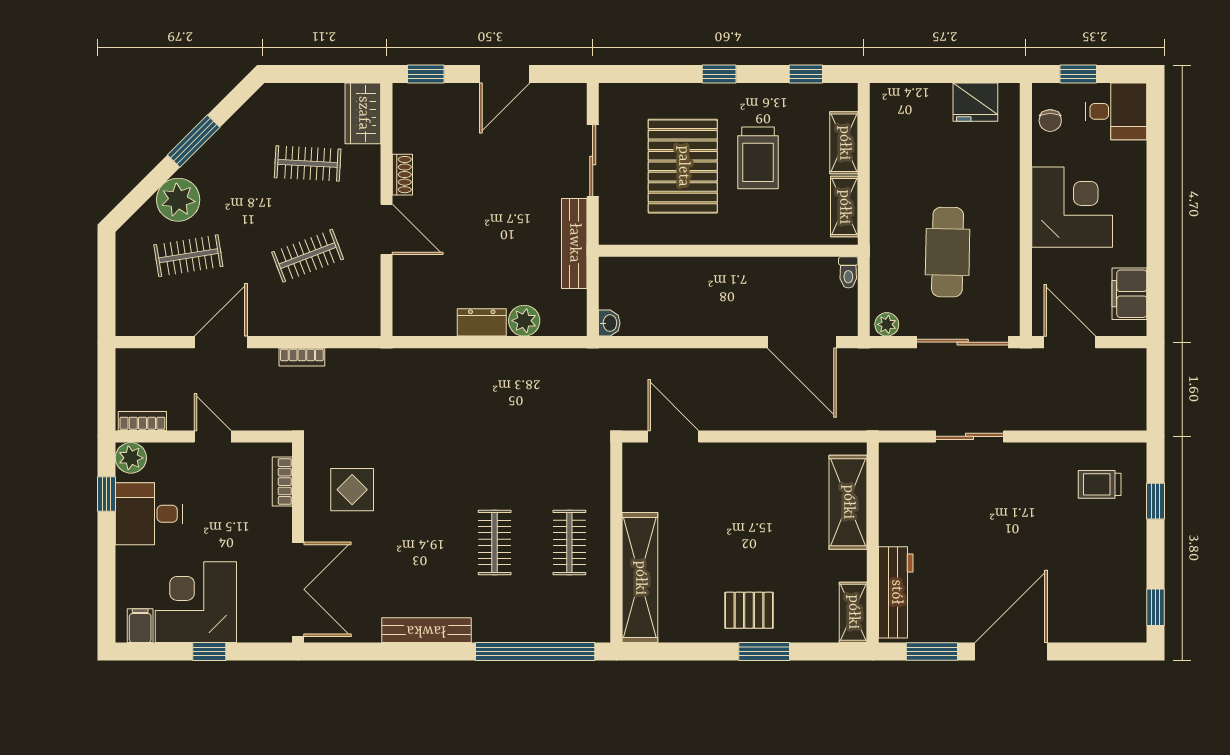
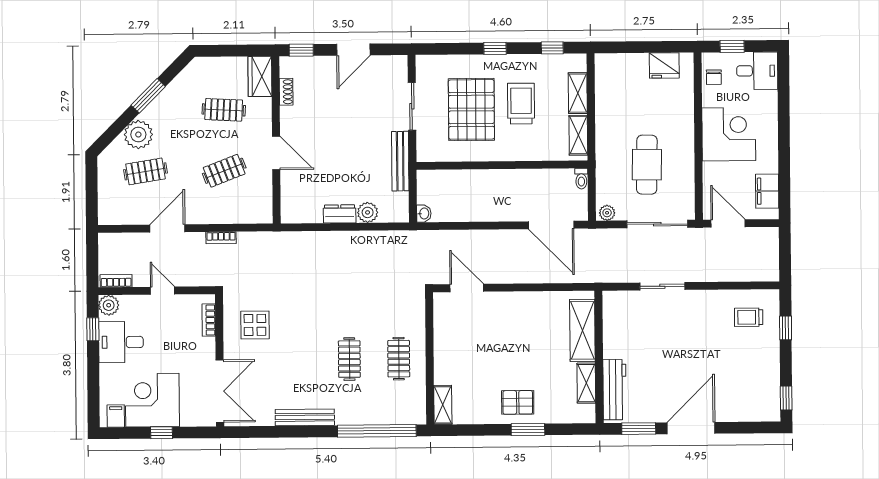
trolley: (758, 158) -> (521, 104), turned 180
shoe rack: (402, 175) -> (286, 92), moved
shelving: (640, 578) -> (443, 405), width x0.45, depth x0.75
shelving: (853, 612) -> (586, 383), moved

